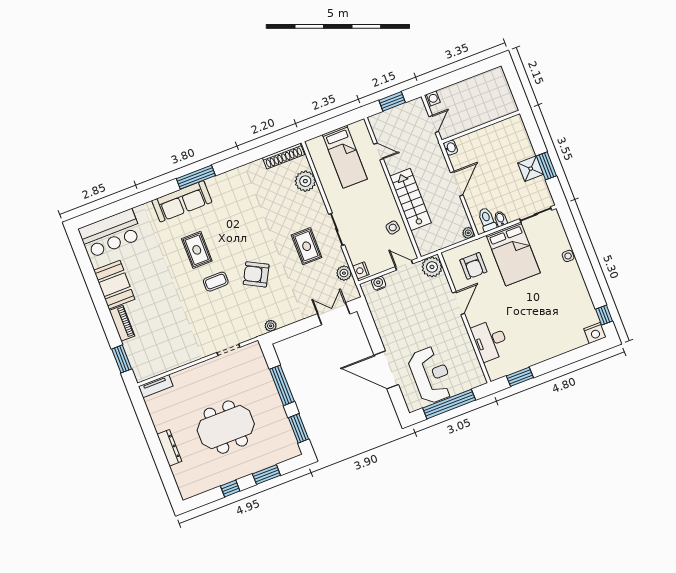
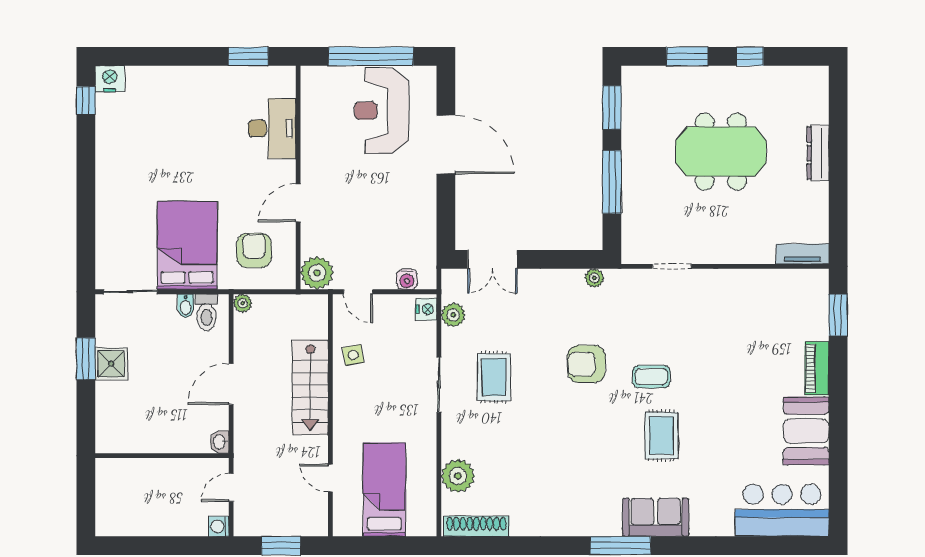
sofa: (182, 201) -> (656, 517), width x0.73
side table: (568, 256) -> (106, 210), removed
armchair: (256, 274) -> (586, 364), turned 152

